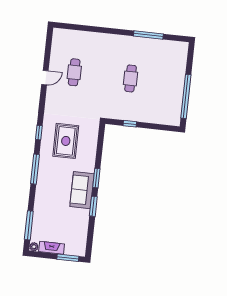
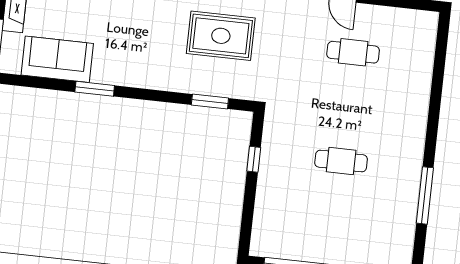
window: (96, 178) -> (210, 101), moved
sofa: (82, 190) -> (57, 59), moved

